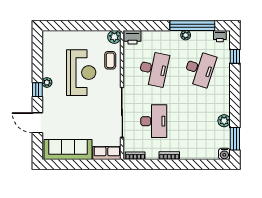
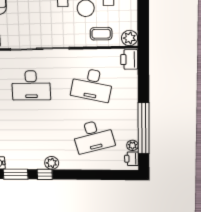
plant: (186, 35) -> (132, 145), moved
window: (235, 56) -> (45, 174), moved
desk: (200, 69) -> (93, 136), turned -33
plant: (224, 121) -> (52, 163), moved

